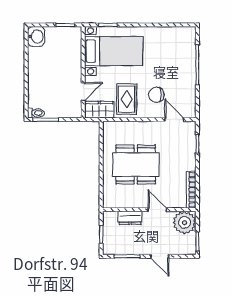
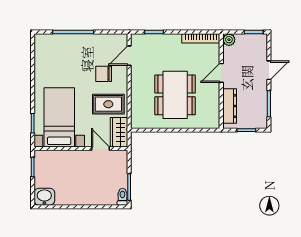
chair: (156, 95) -> (104, 74), turned 90
dresser: (130, 218) -> (230, 106), width x1.44
plant: (185, 223) -> (229, 40), width x0.53, depth x0.53

